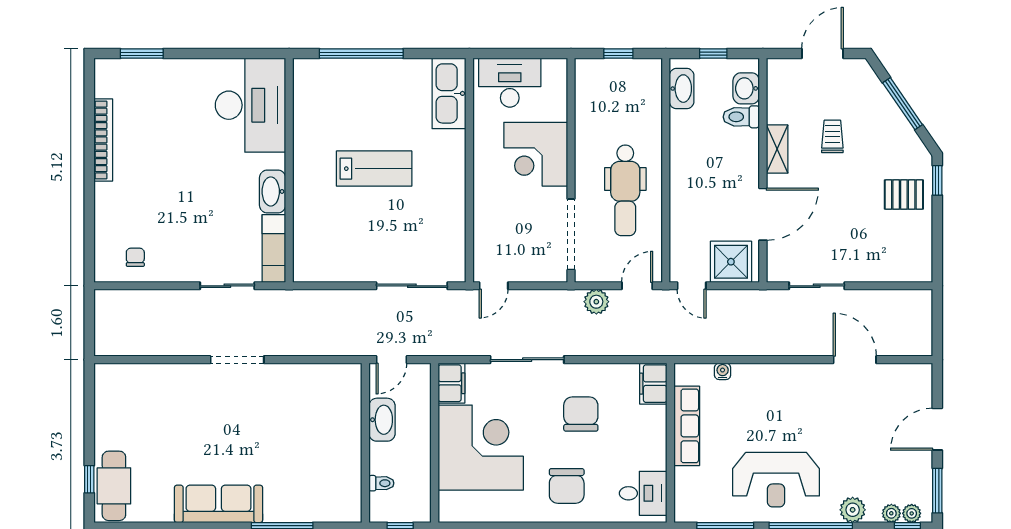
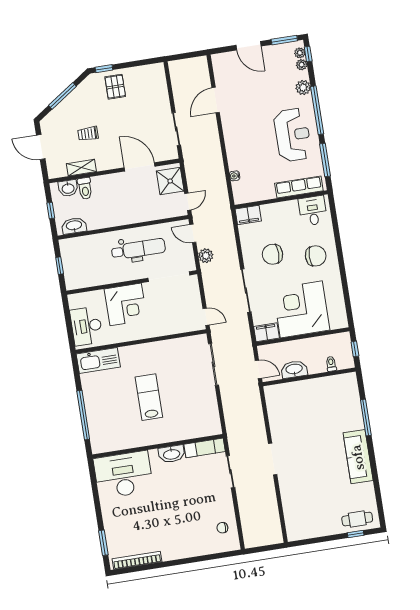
bookcase: (103, 140) -> (137, 560), moved
shelving: (777, 149) -> (81, 168), moved
row of seats: (687, 426) -> (299, 187), moved
cafe table: (114, 486) -> (357, 519), width x0.73, depth x0.74

